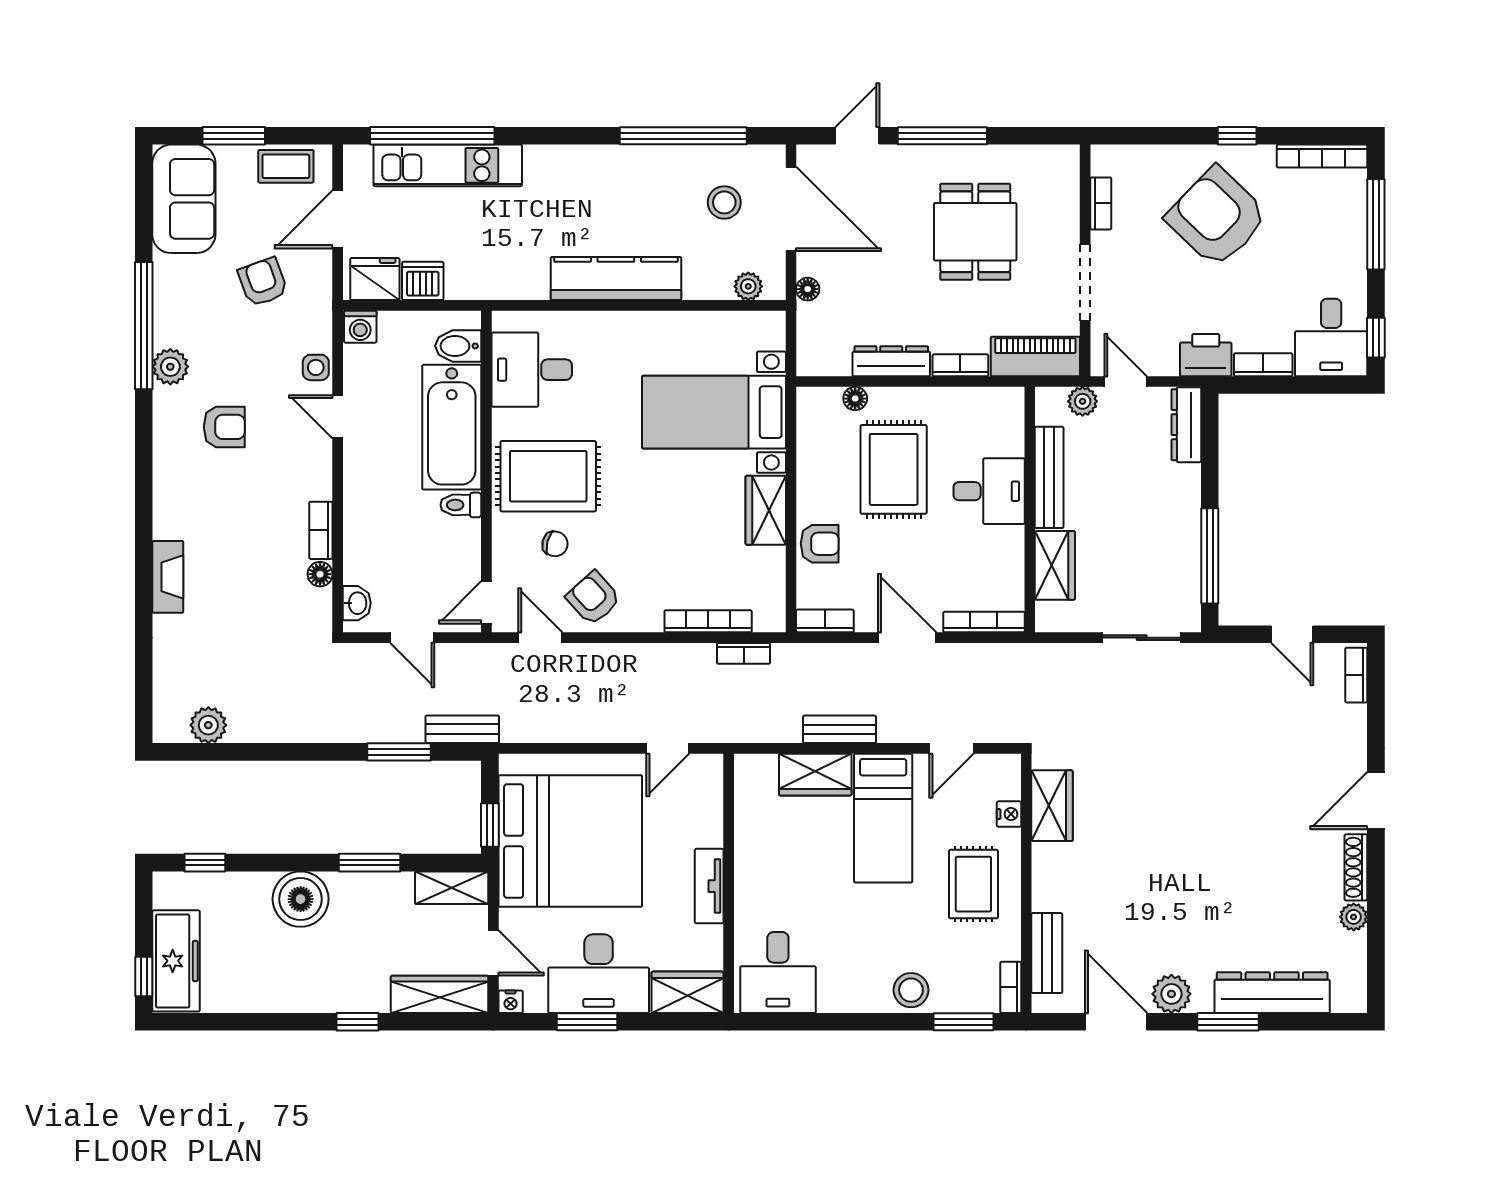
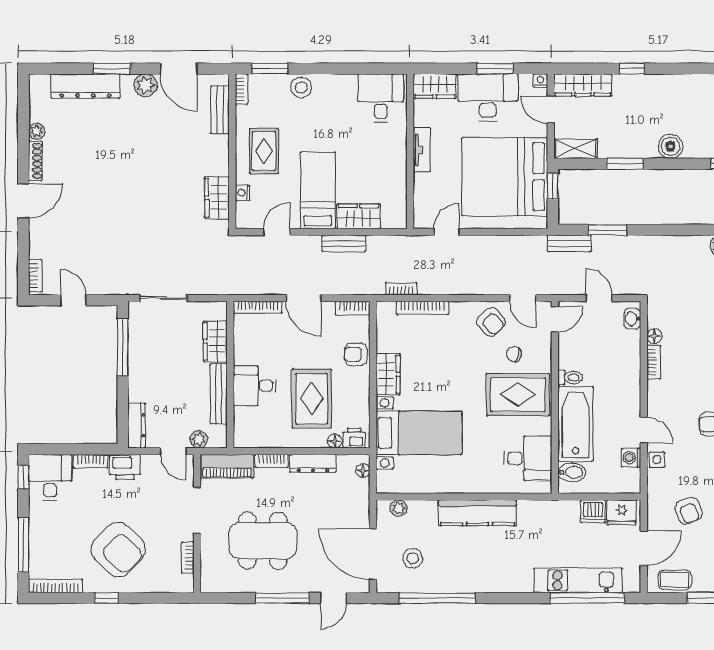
dining table: (975, 232) -> (263, 541), width x1.38
floor lamp: (808, 289) -> (363, 471), moved
washing machine: (360, 327) -> (631, 458), moved, turned -90
printer: (822, 403) -> (354, 438), added
boiler: (301, 899) -> (670, 146), width x0.73, depth x0.73

